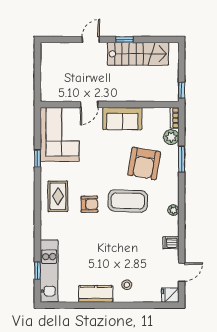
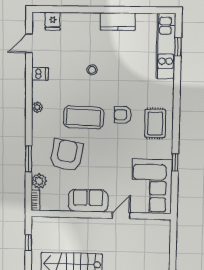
window: (182, 90) -> (28, 243), moved
stool: (127, 285) -> (92, 70), moved
fridge: (170, 295) -> (53, 21), moved, turned 90

